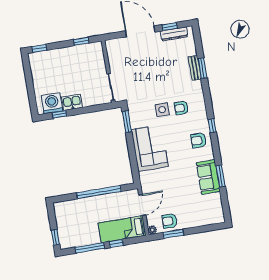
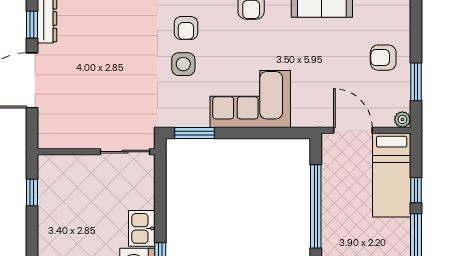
armchair: (170, 221) -> (383, 58), moved, turned 90

